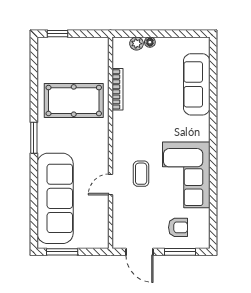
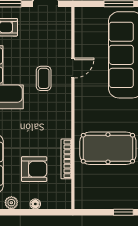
plant: (137, 44) -> (11, 203), moved
armchair: (151, 79) -> (34, 169), added

